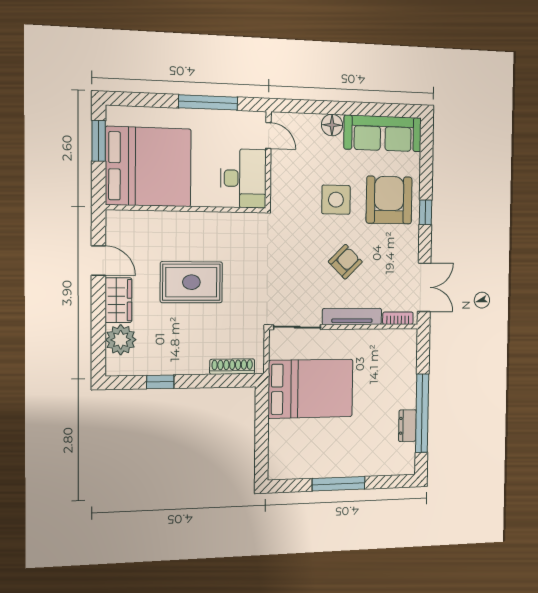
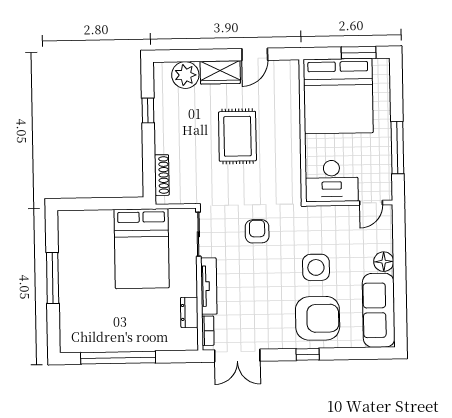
armchair: (345, 262) -> (257, 231), moved, turned -135
dresser: (407, 426) -> (189, 312), moved, turned -90

